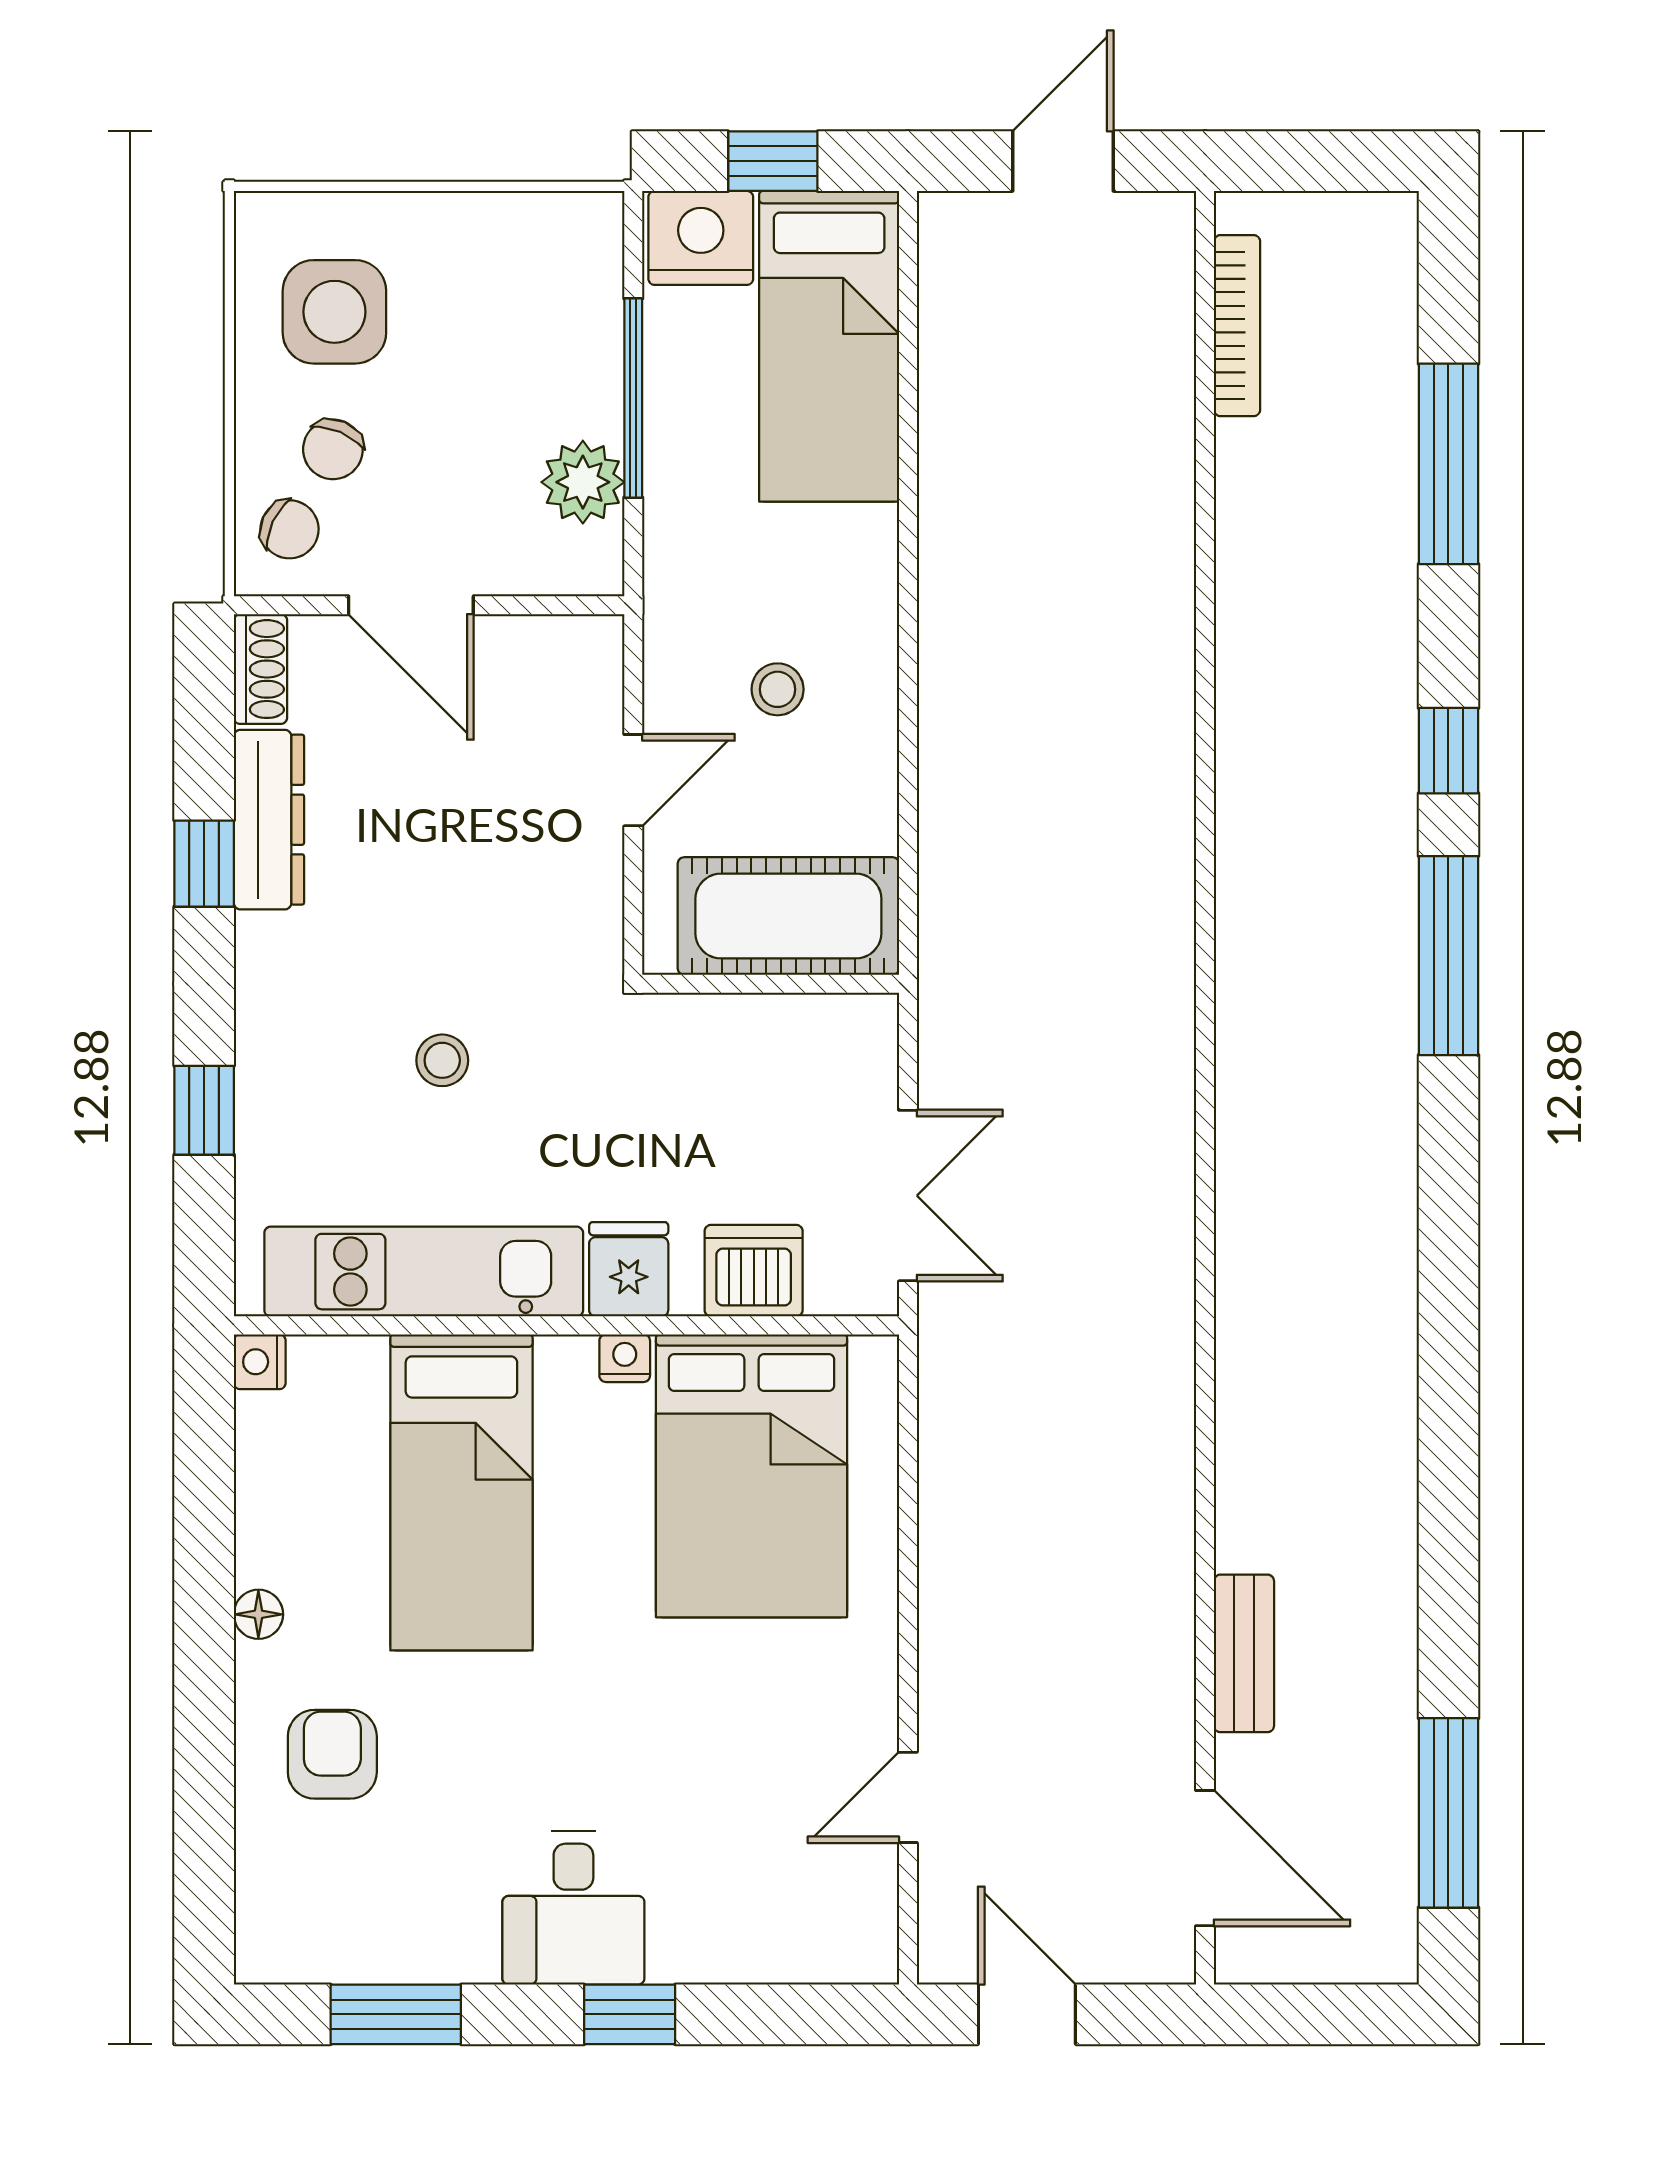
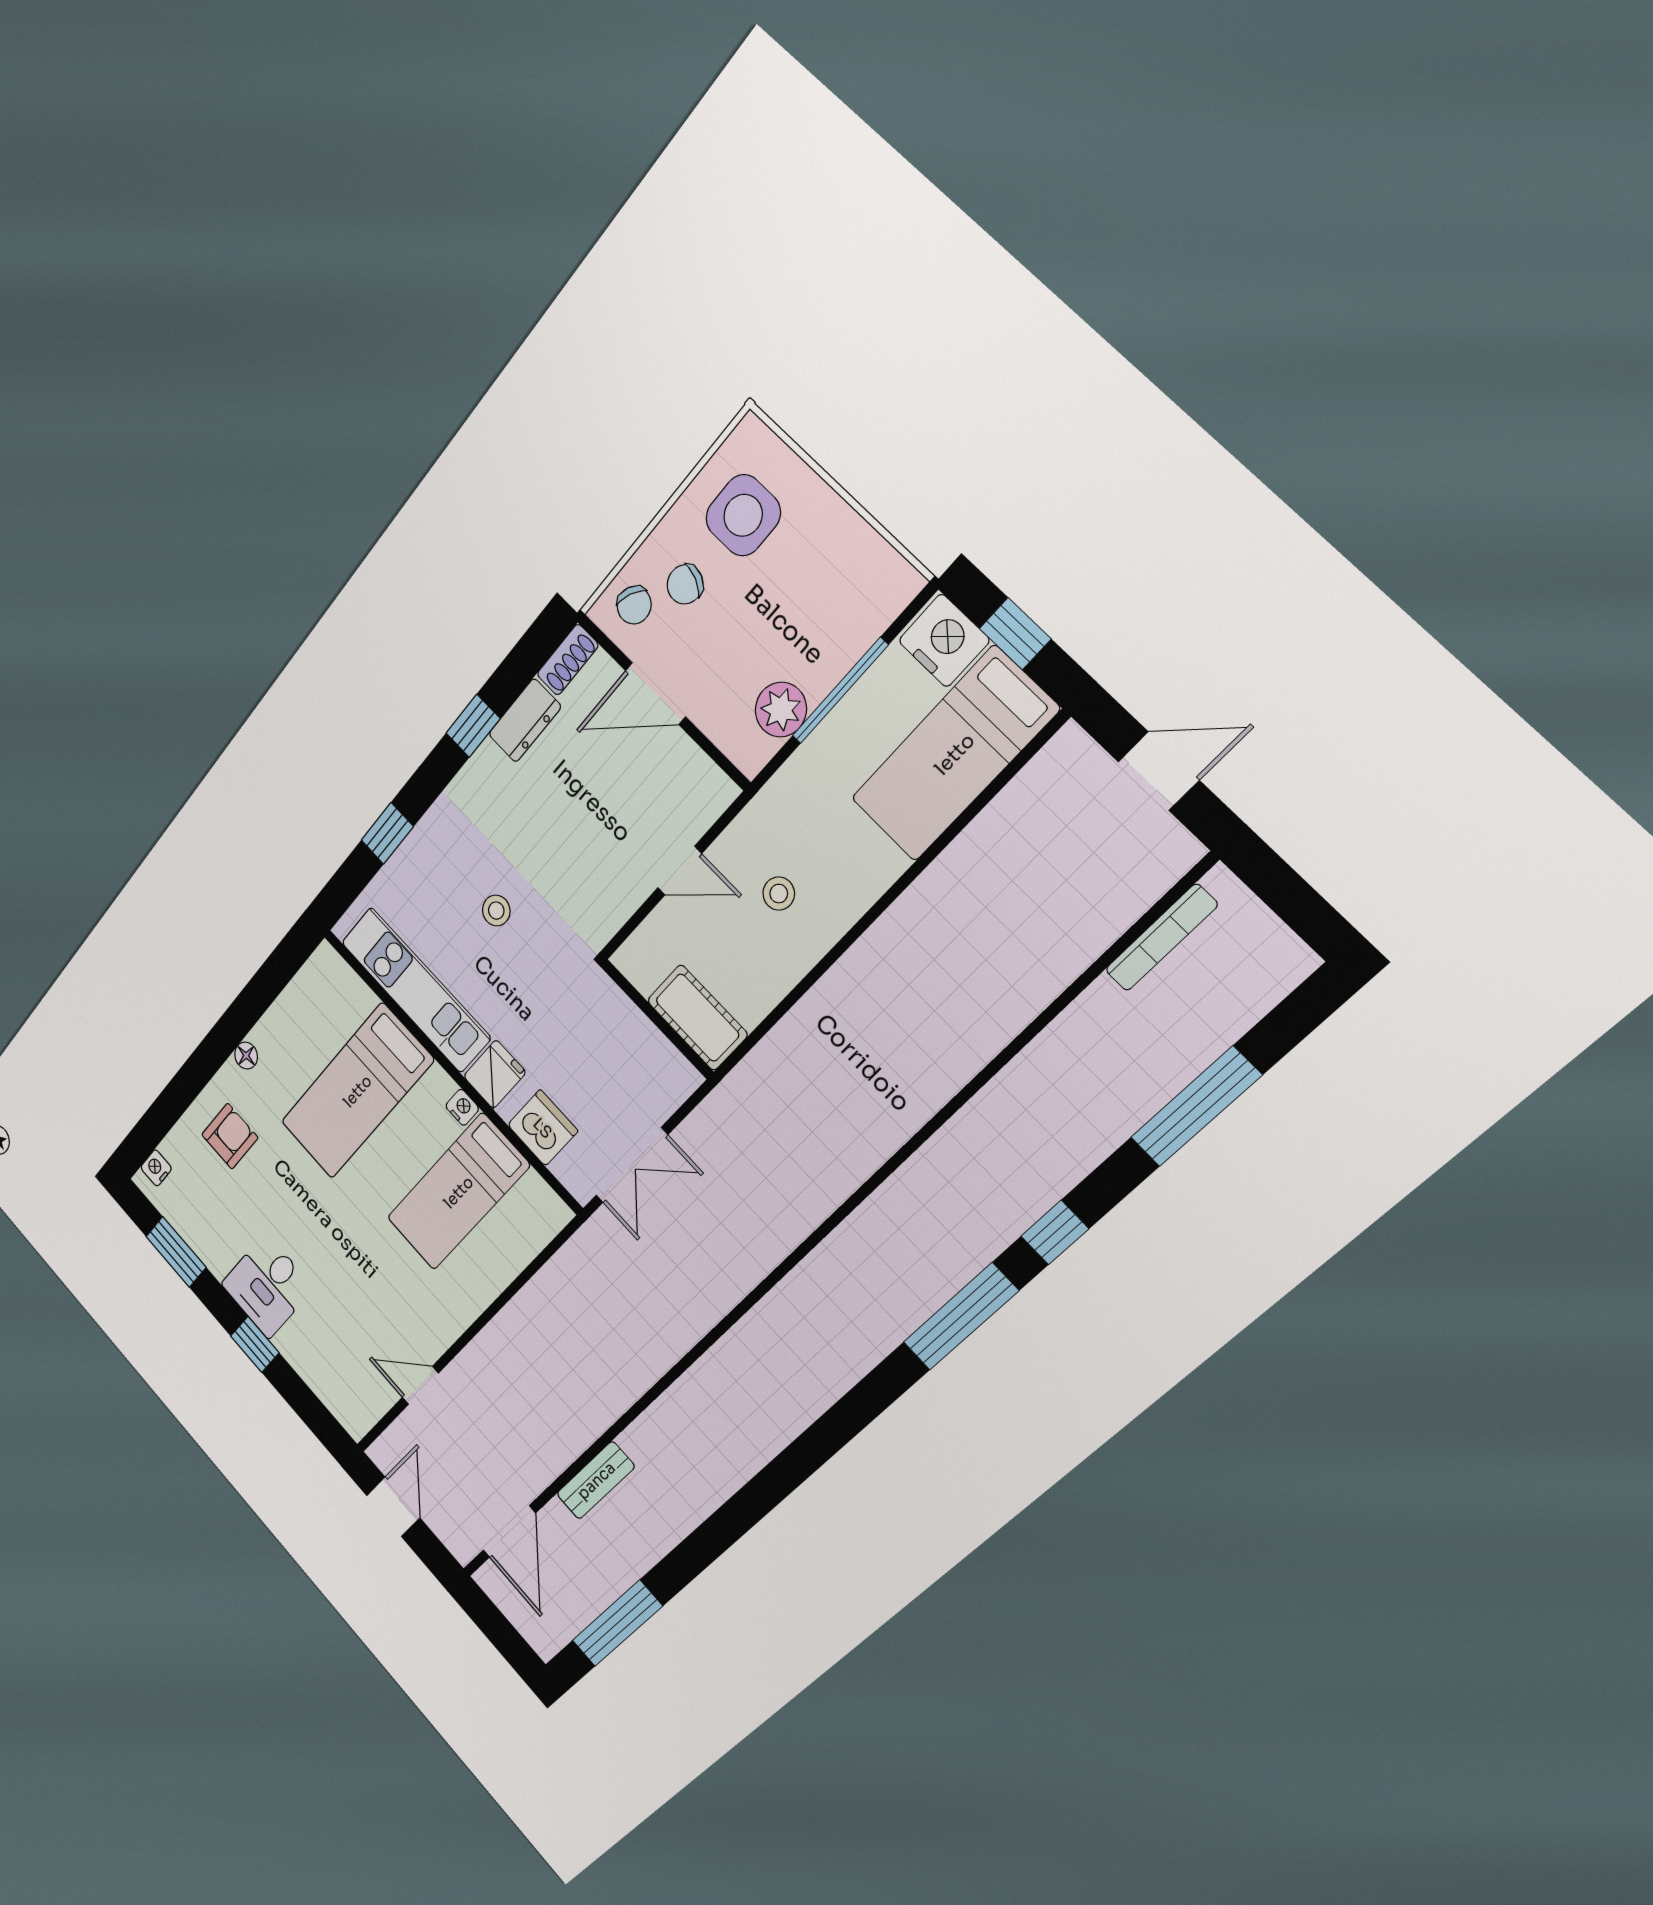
door: (411, 605) -> (655, 694), hinge flipped
dresser: (269, 820) -> (525, 720), width x0.70
cot: (788, 916) -> (697, 1018), width x0.73, depth x0.75
nightstand: (260, 1362) -> (156, 1168), moved
bed: (751, 1476) -> (458, 1192), width x0.67

